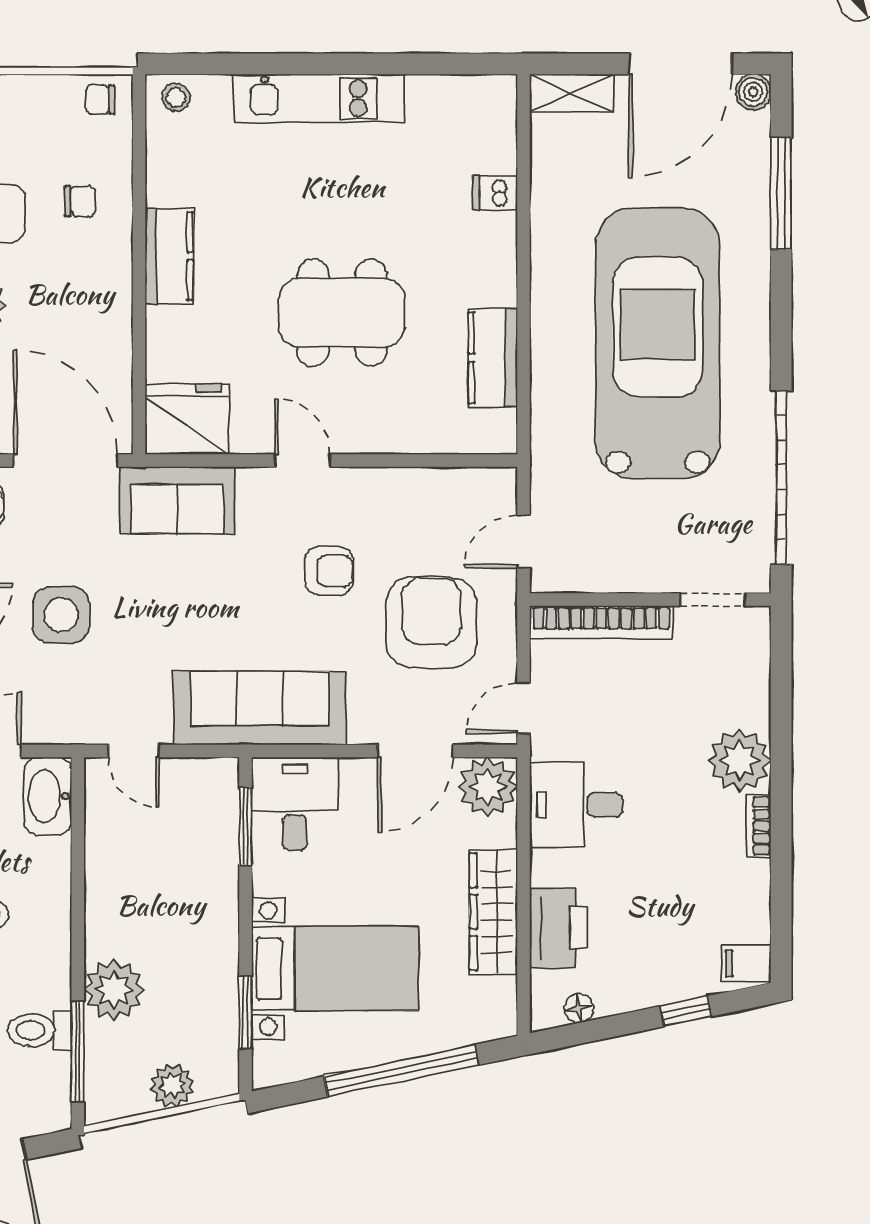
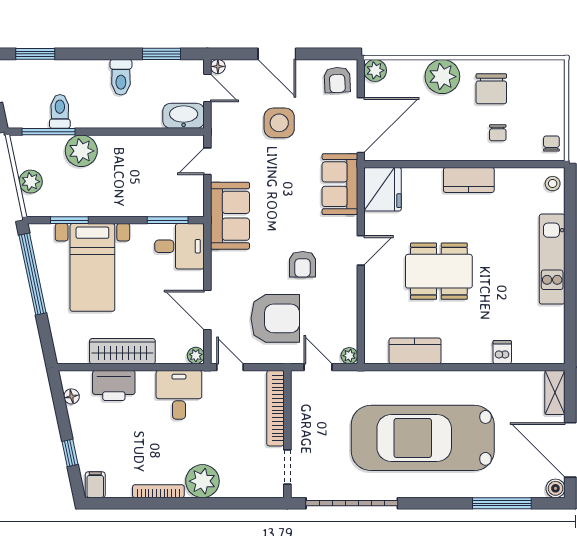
dining table: (342, 313) -> (439, 271), turned 90
car: (658, 343) -> (423, 438), turned 180
plant: (502, 482) -> (349, 356), added
sofa: (260, 708) -> (230, 216), width x0.73
plant: (488, 787) -> (196, 355), width x0.53, depth x0.53
bookcase: (758, 826) -> (158, 491), width x1.56
window: (401, 1071) -> (33, 274), moved

